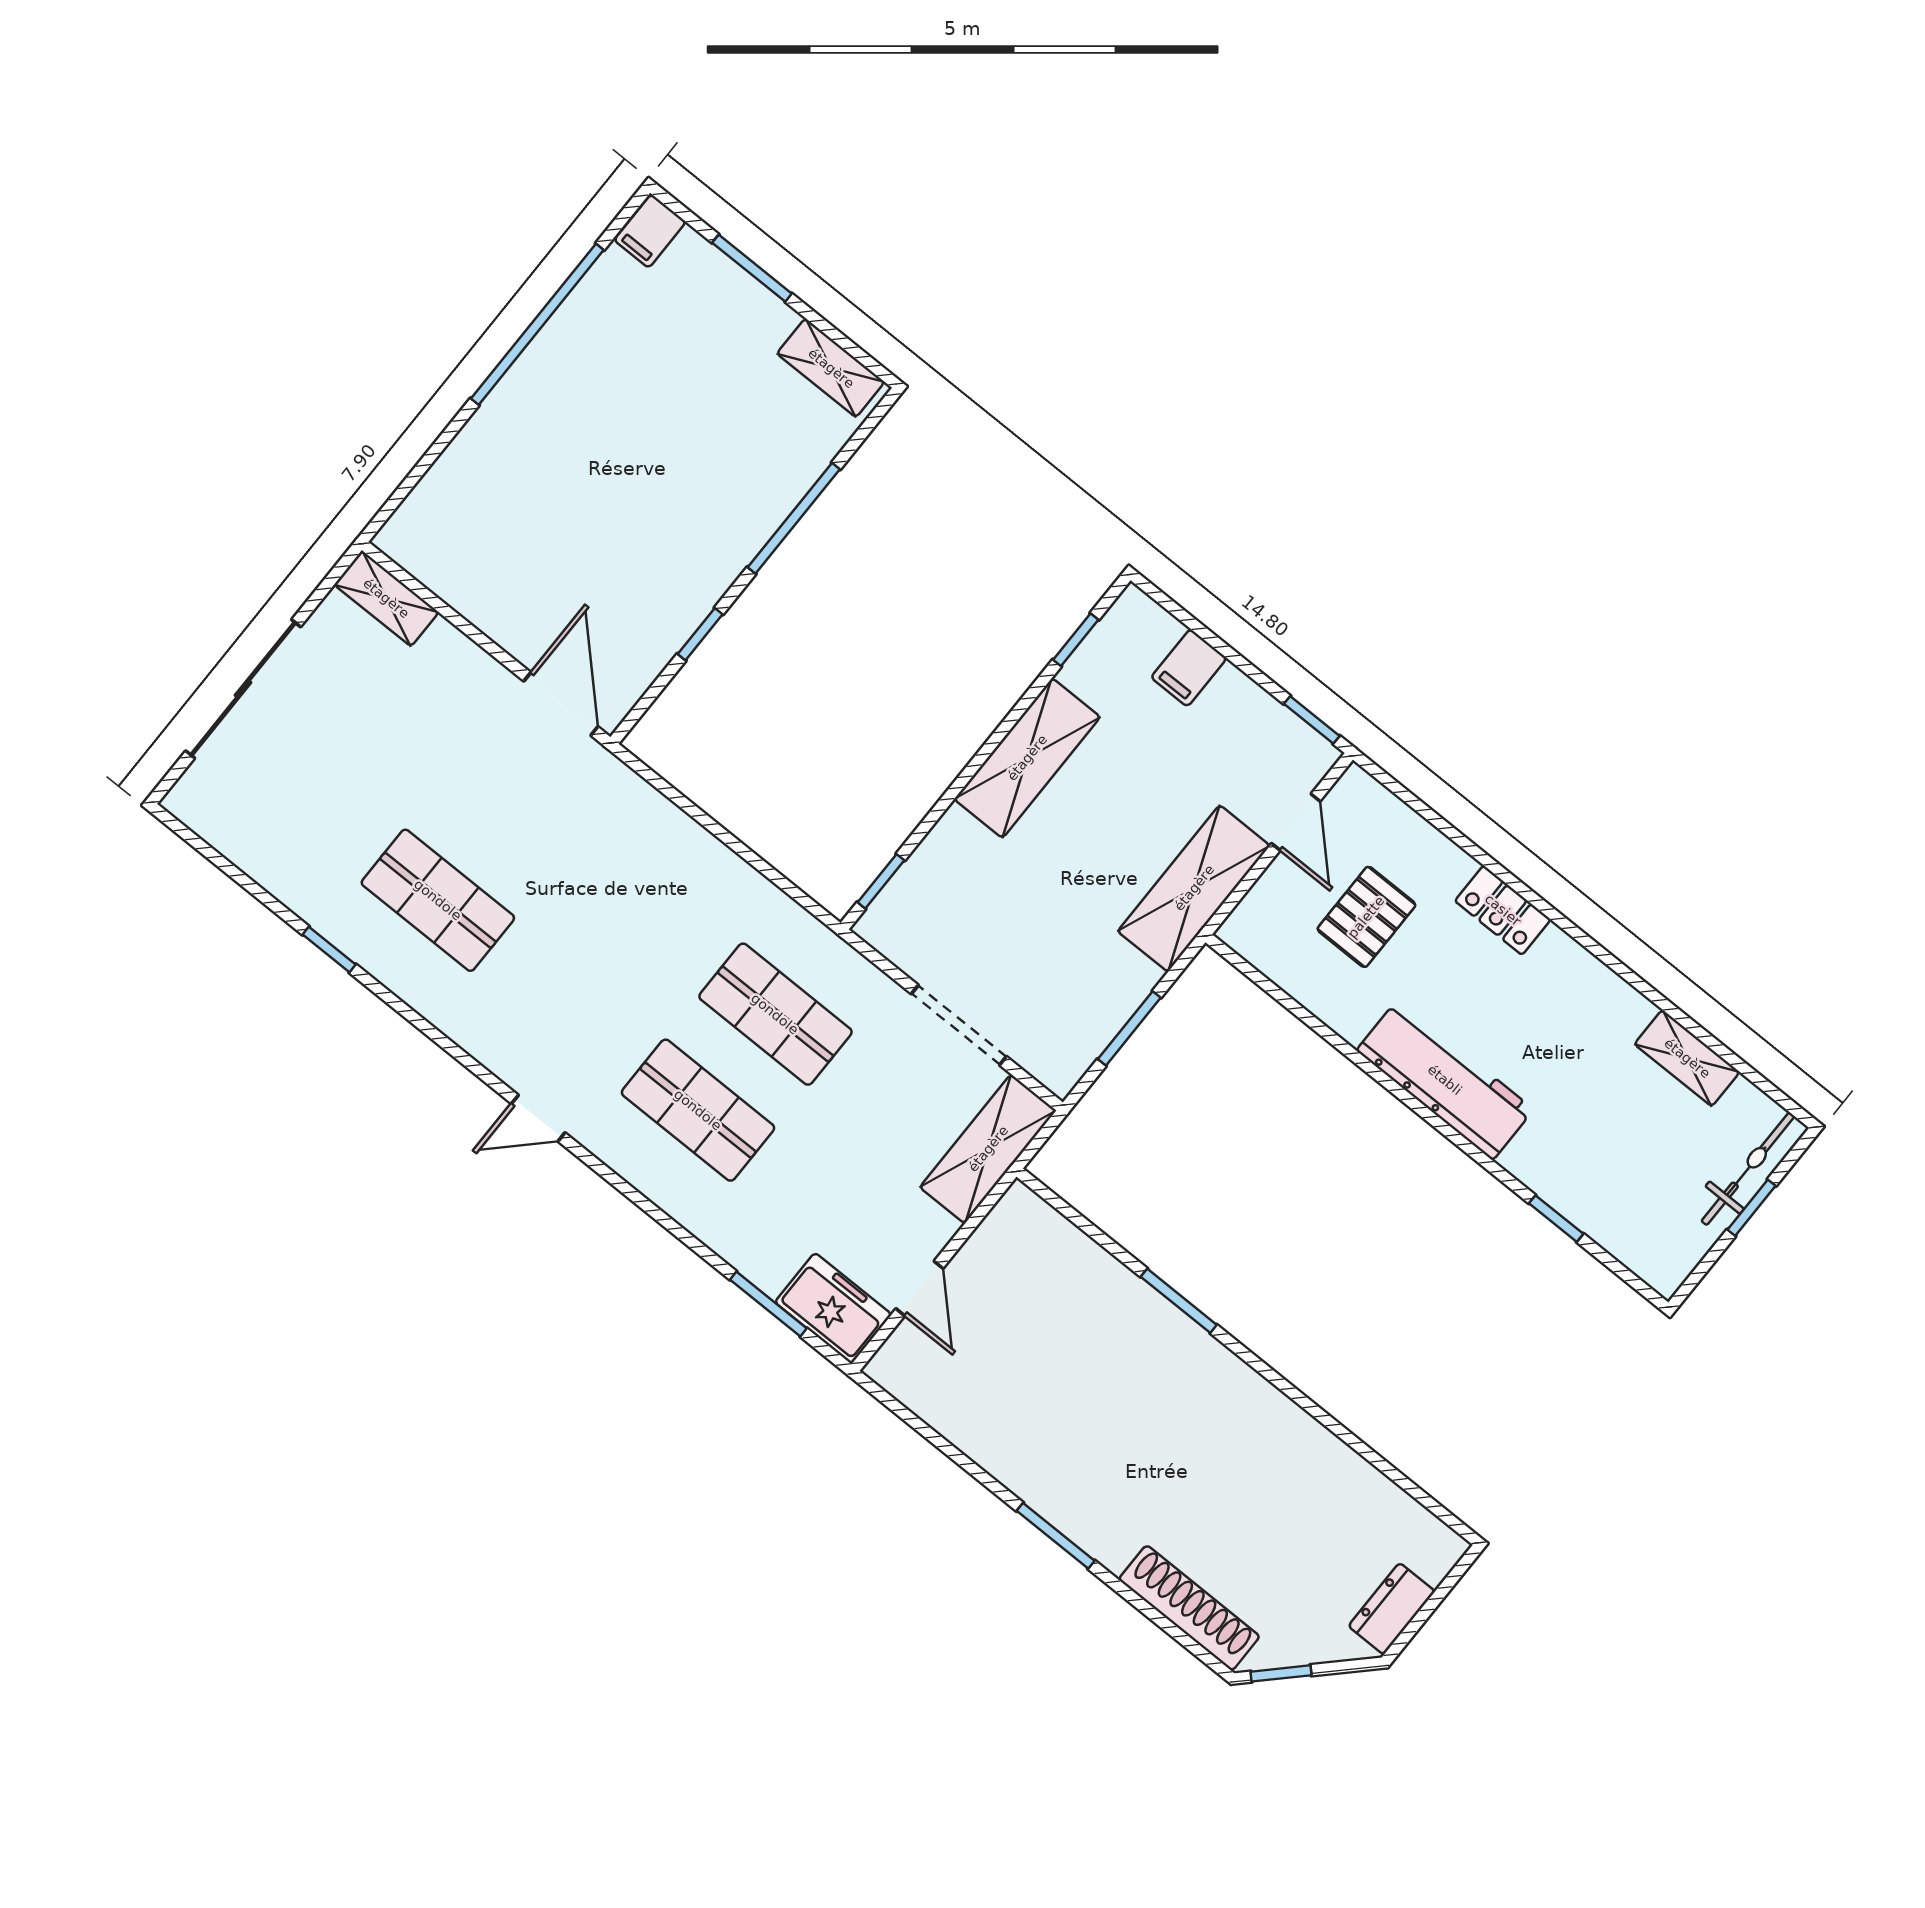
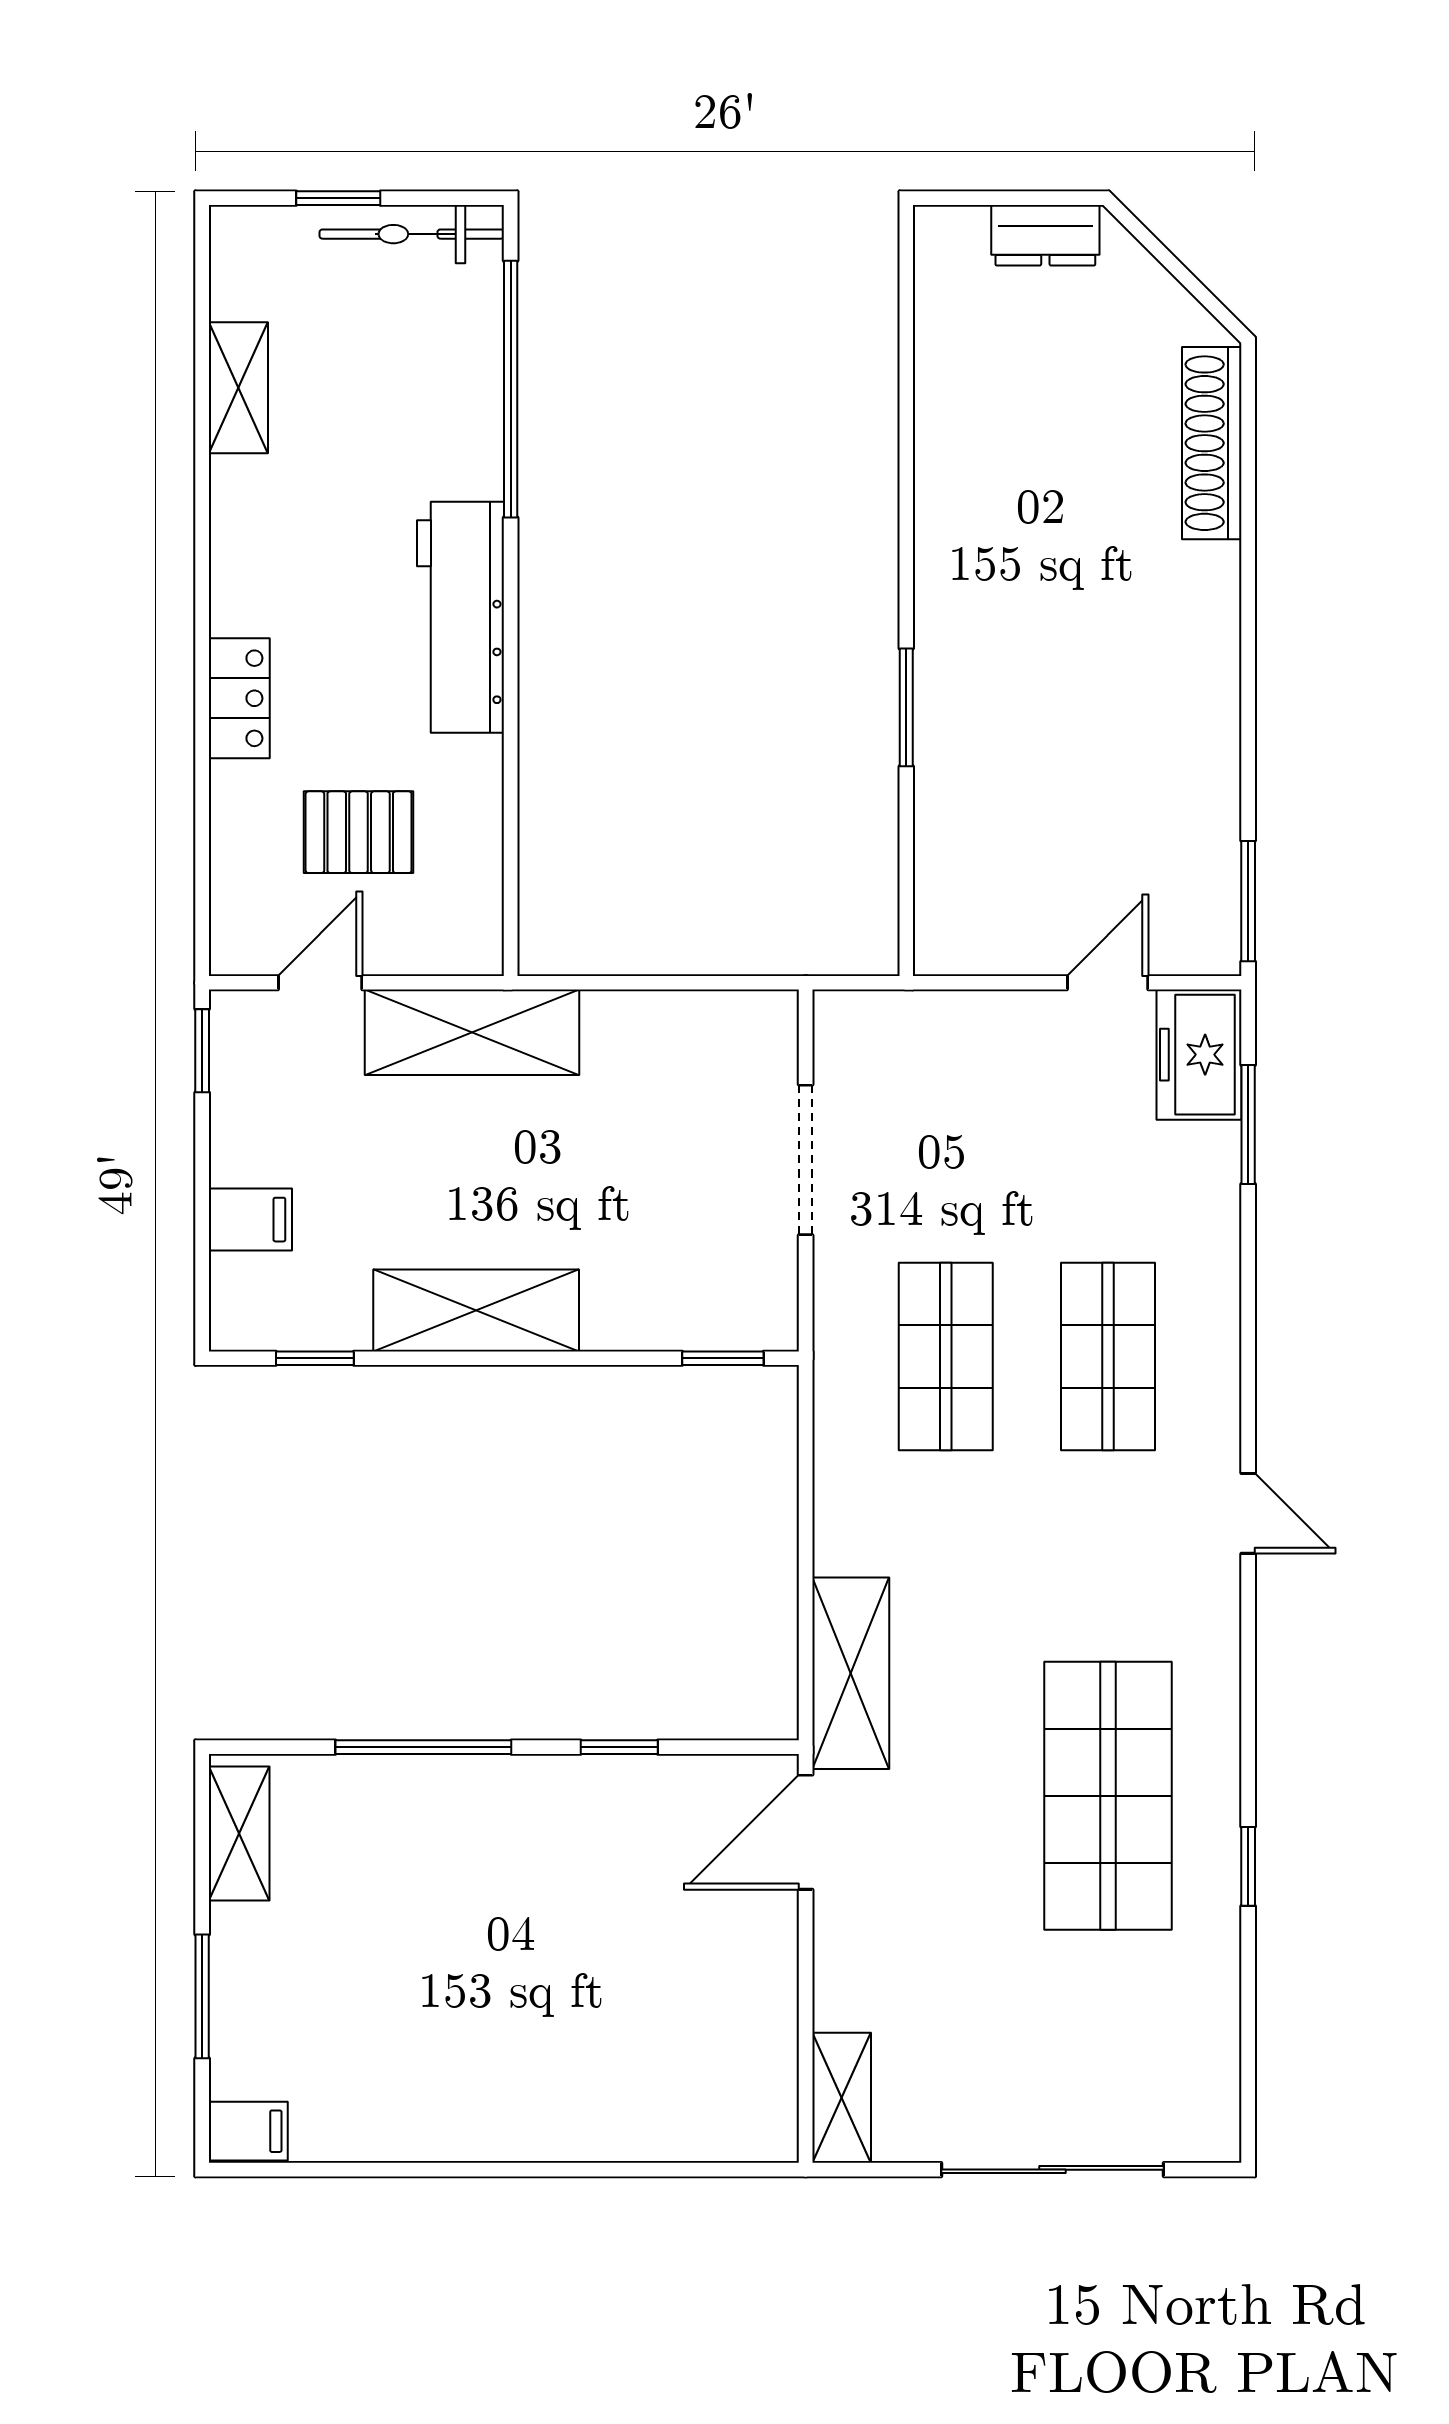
window: (537, 324) -> (437, 2170), removed
shop shelf: (438, 900) -> (1108, 1796), width x1.43, depth x1.36
window: (1129, 1028) -> (668, 983), removed
shelving: (988, 1149) -> (851, 1673), moved, turned 90
bicycle: (1748, 1169) -> (412, 234), moved
window: (1556, 1219) -> (511, 389), width x3.17
window: (1056, 1536) -> (1248, 901), moved
window: (1281, 1673) -> (1203, 295), removed

